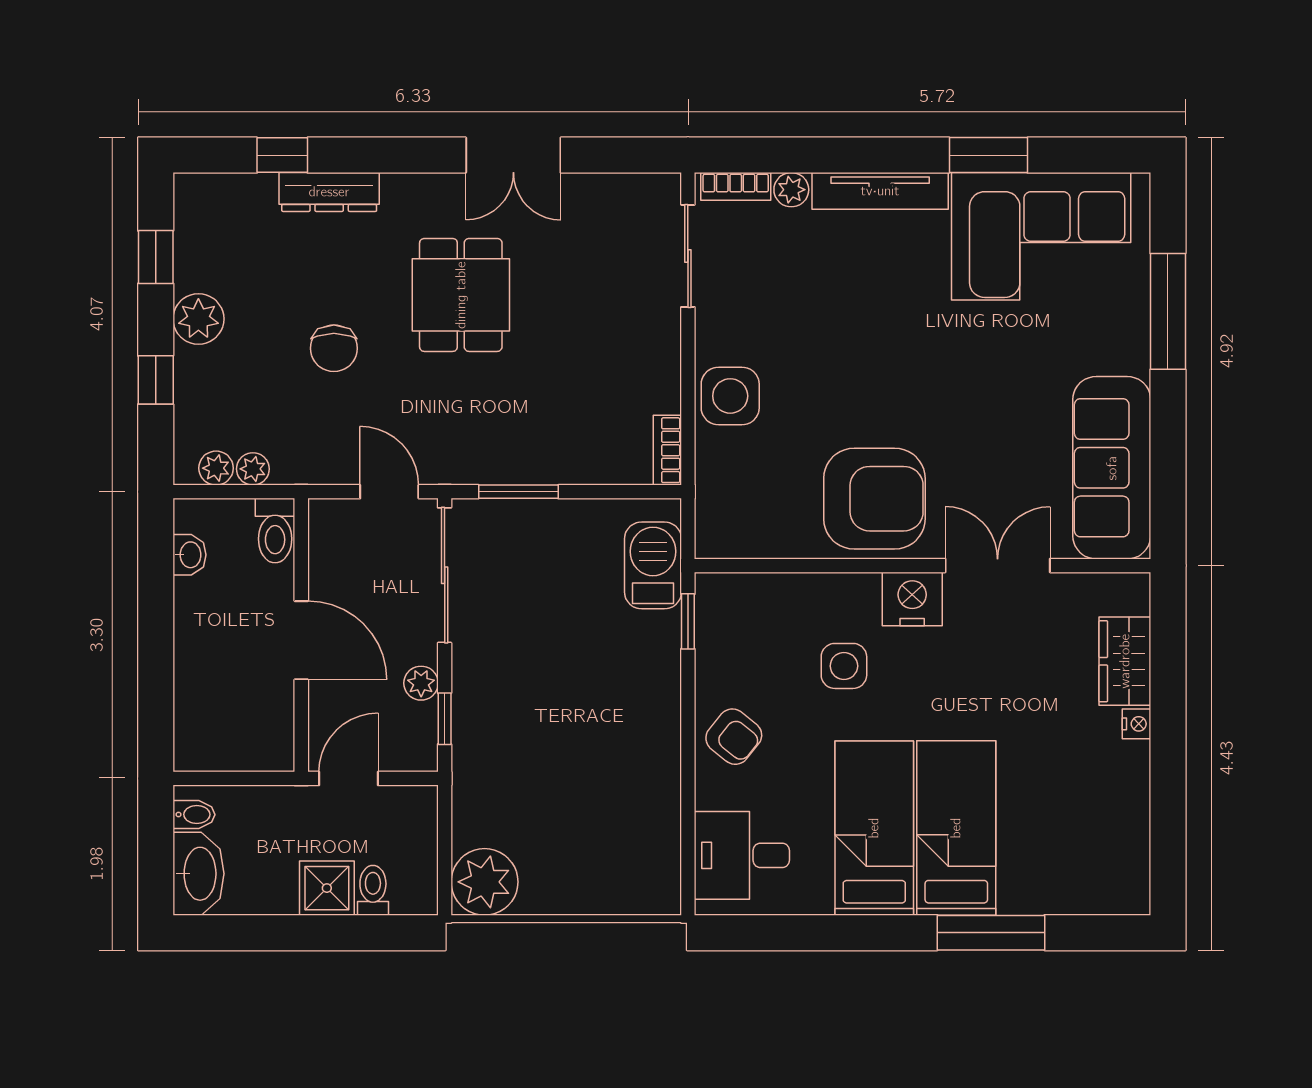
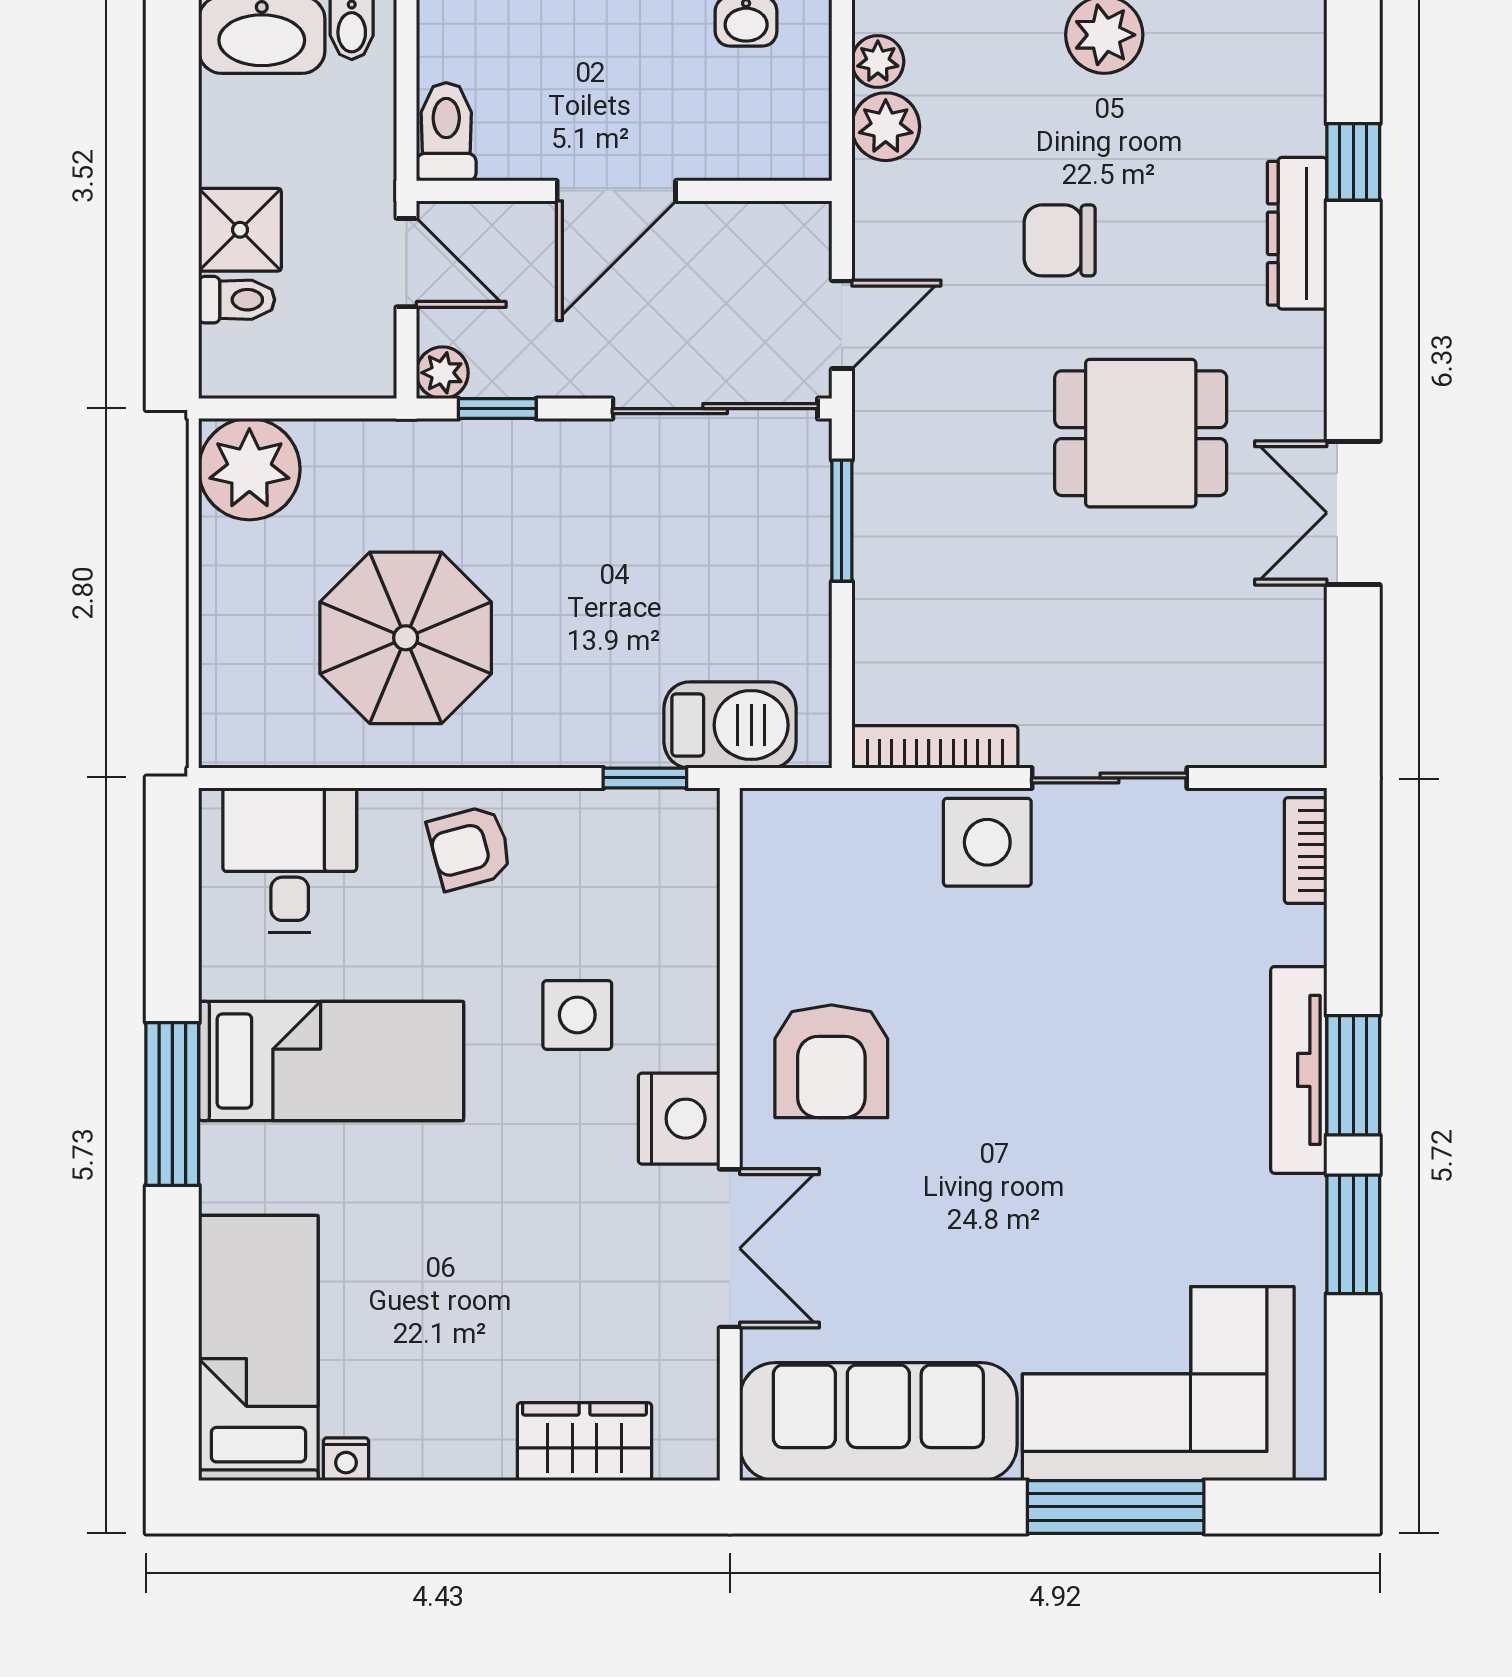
window: (884, 155) -> (1353, 1075), added
plant: (791, 190) -> (1301, 935), removed
corner sofa: (1041, 236) -> (1158, 1384), moved, turned 90
sliding door: (688, 256) -> (1109, 778), moved
bookcase: (667, 450) -> (935, 747), width x1.56
plant: (253, 469) -> (886, 127), width x1.38, depth x1.38
armchair: (874, 499) -> (831, 1061), width x0.73, depth x0.73
toilet: (275, 531) -> (446, 132), moved, turned 90
plant: (421, 683) -> (442, 373), moved
nightstand: (1136, 724) -> (346, 1459), moved
armchair: (734, 737) -> (470, 848), turned 36
parasol: (596, 779) -> (406, 638), added
bed: (956, 828) -> (258, 1348), moved, turned -90
window: (991, 933) -> (172, 1104), moved

